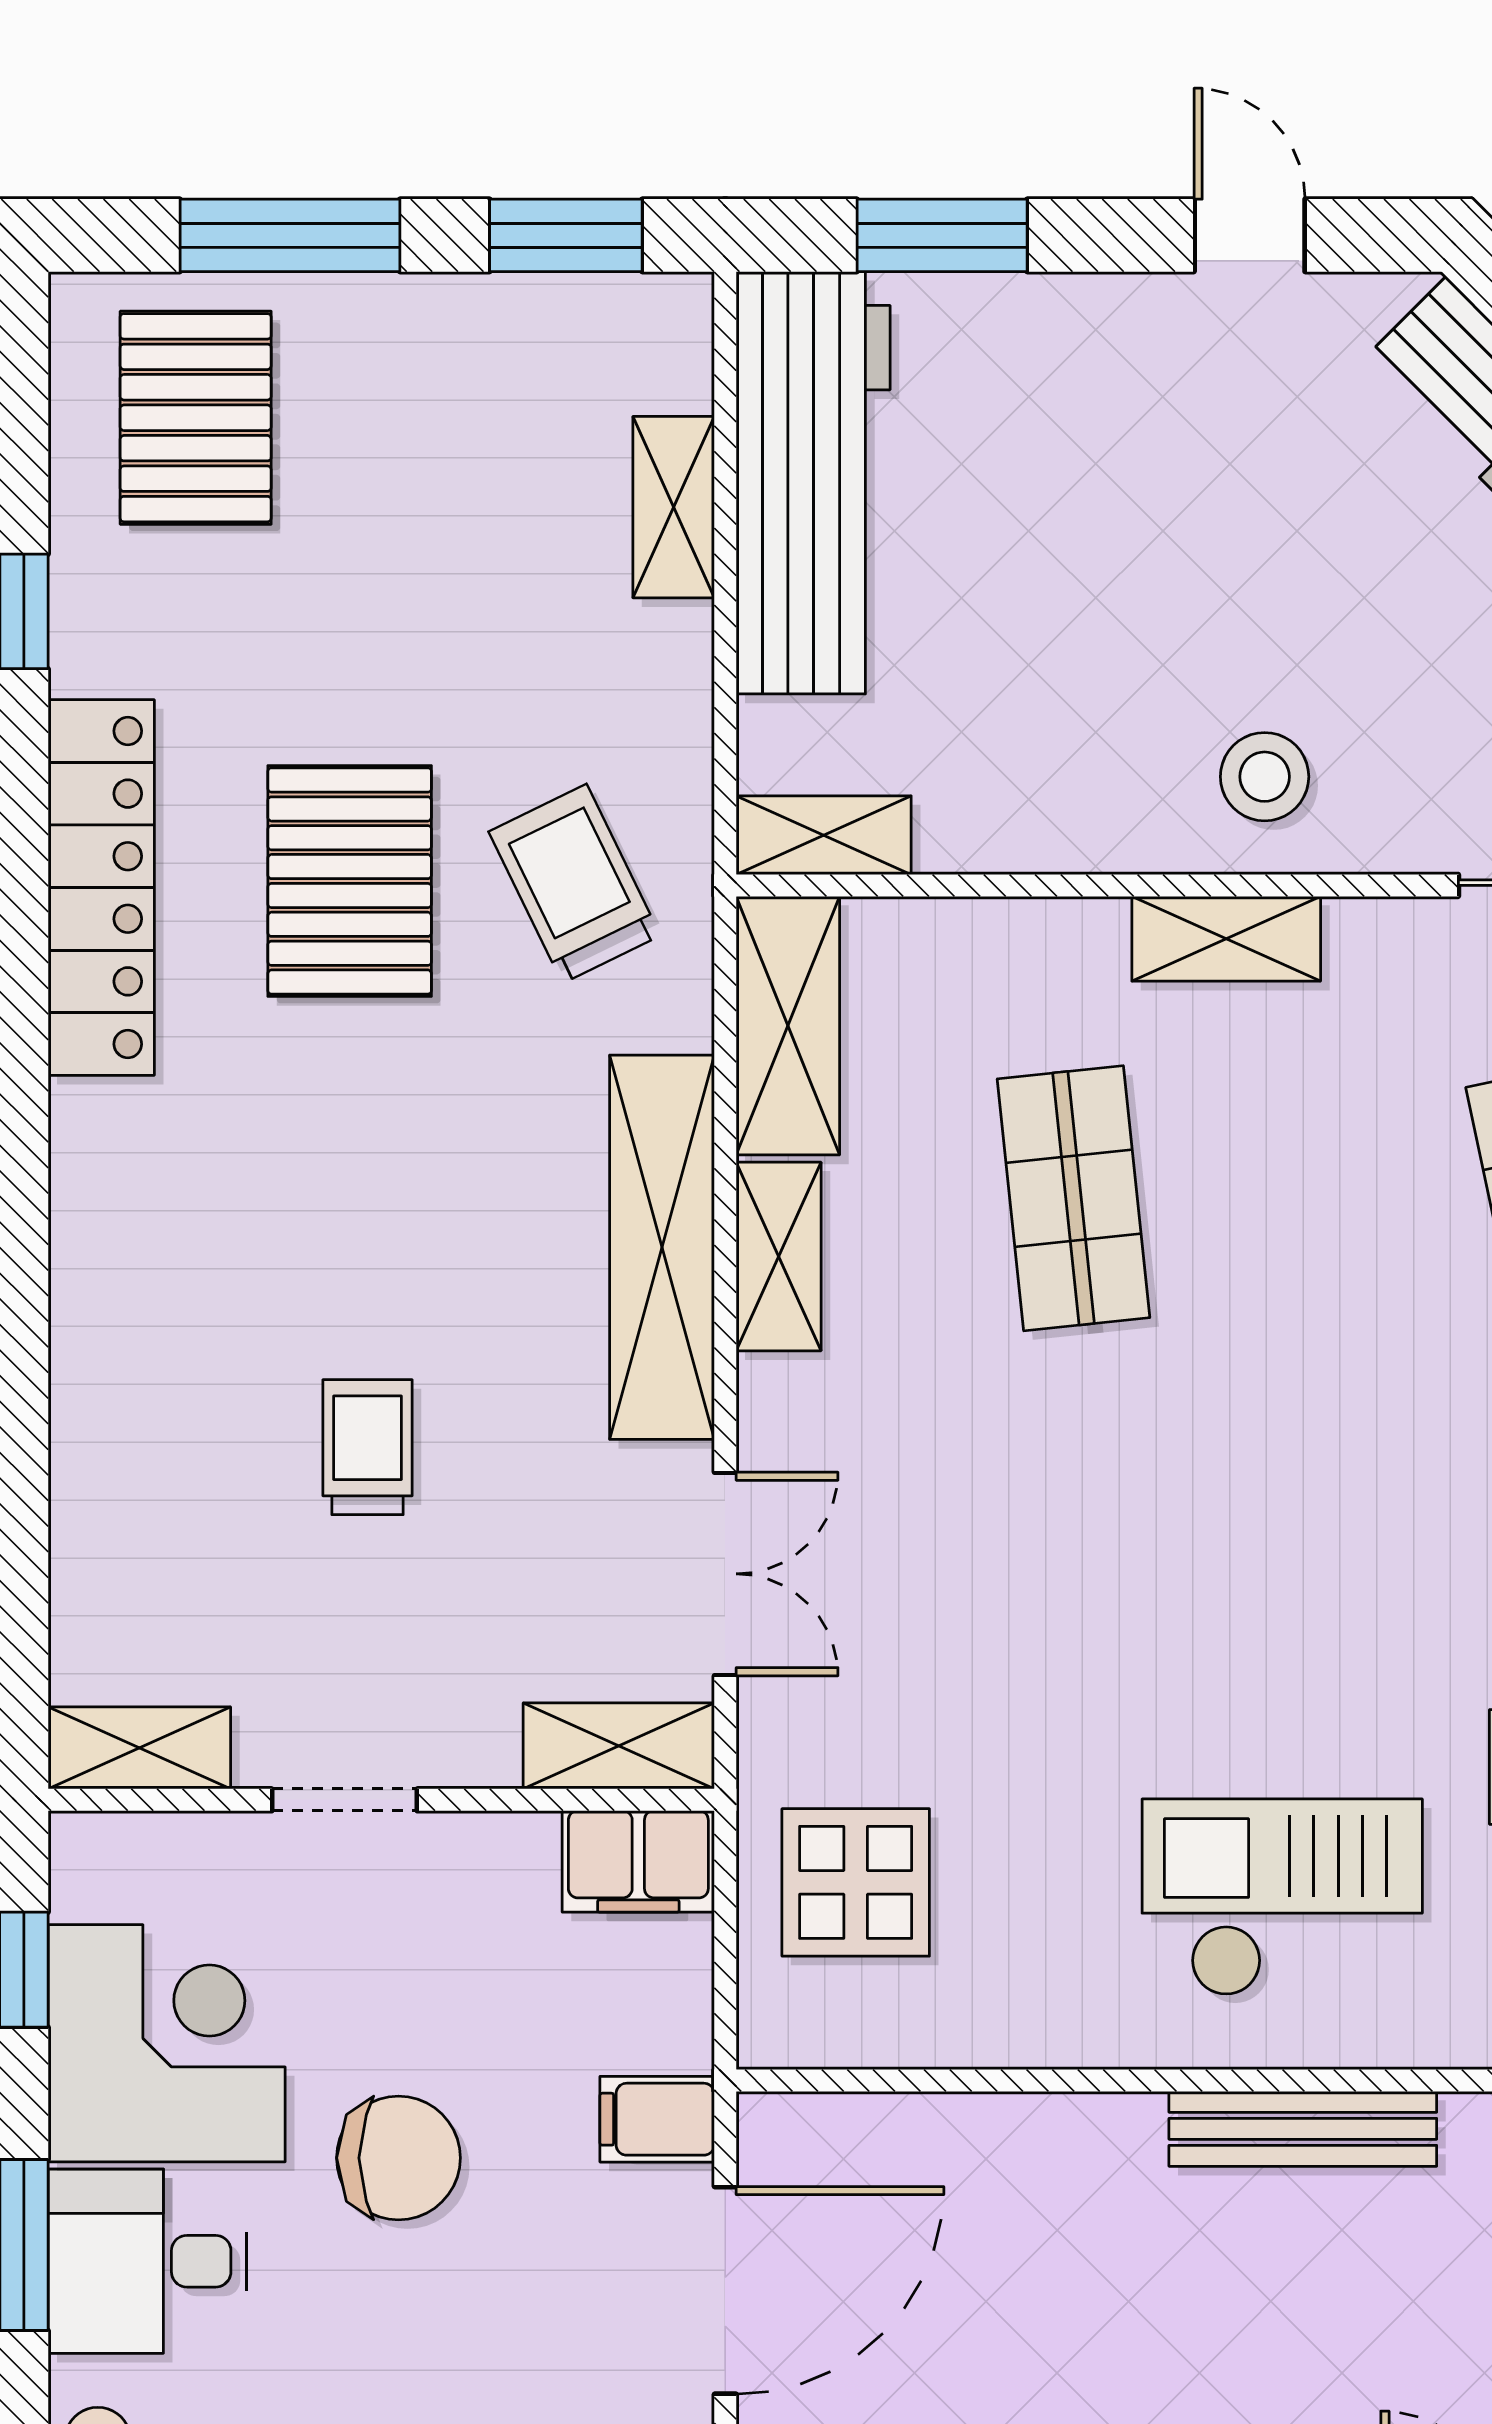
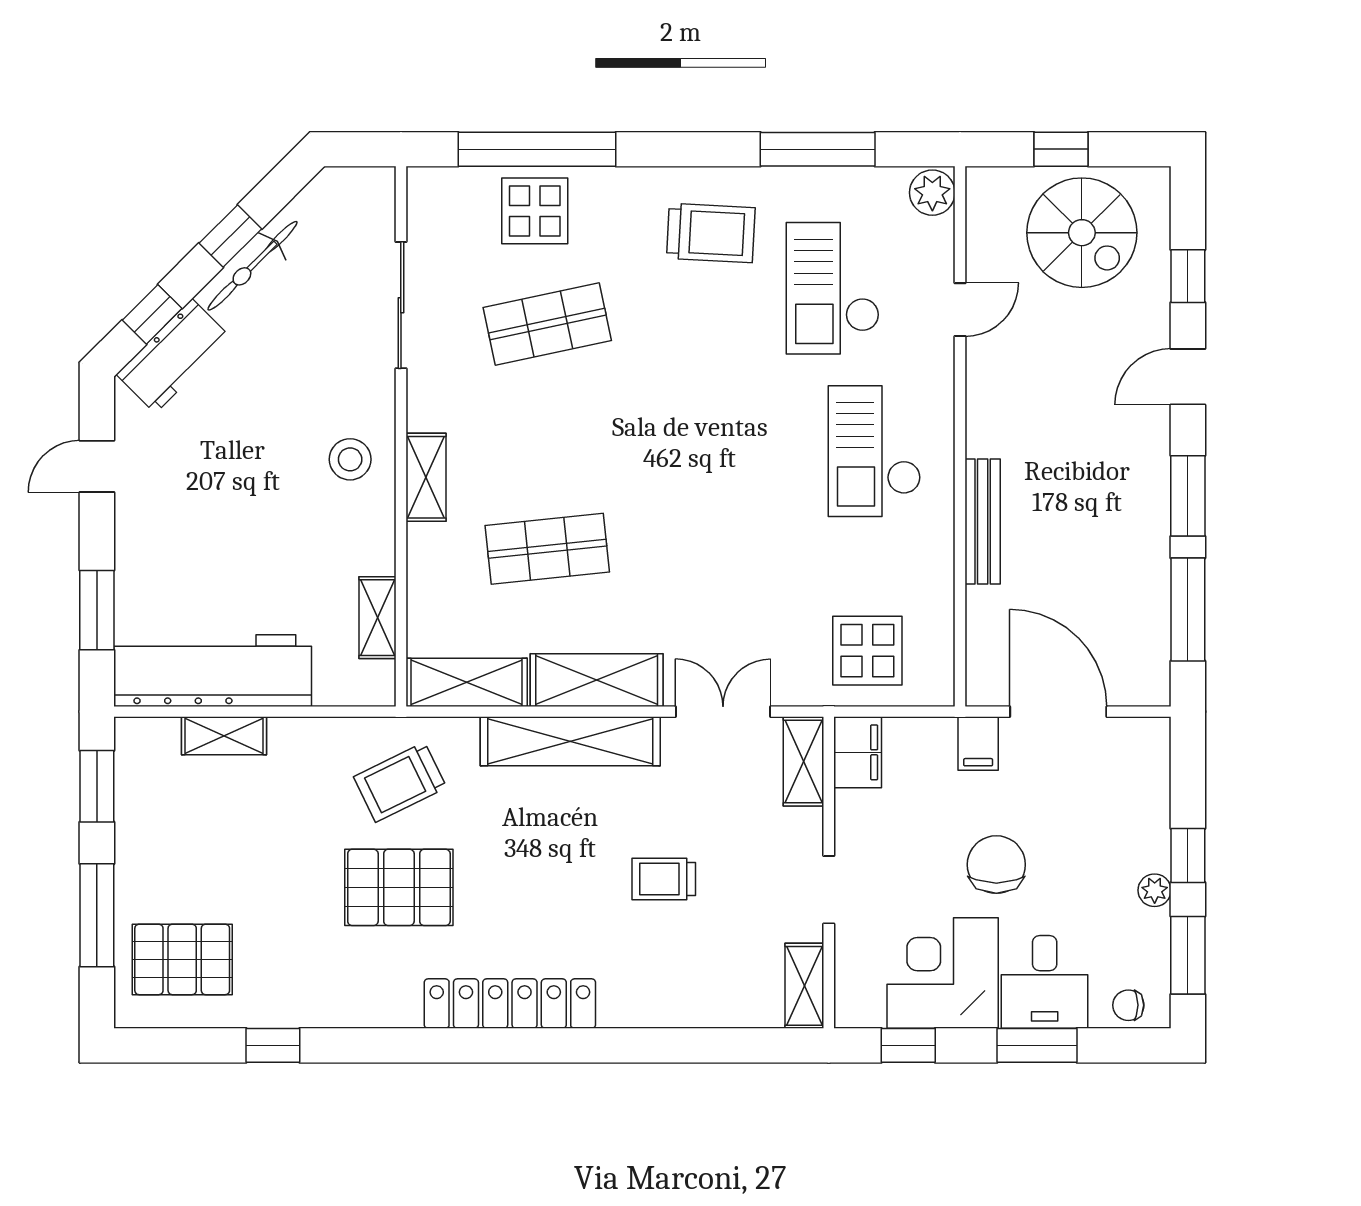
shelving: (824, 835) -> (377, 618), moved
locker: (101, 887) -> (510, 1004), moved
shelving: (779, 1256) -> (597, 680), width x1.50, depth x1.33
bench: (1303, 2129) -> (983, 521), moved

